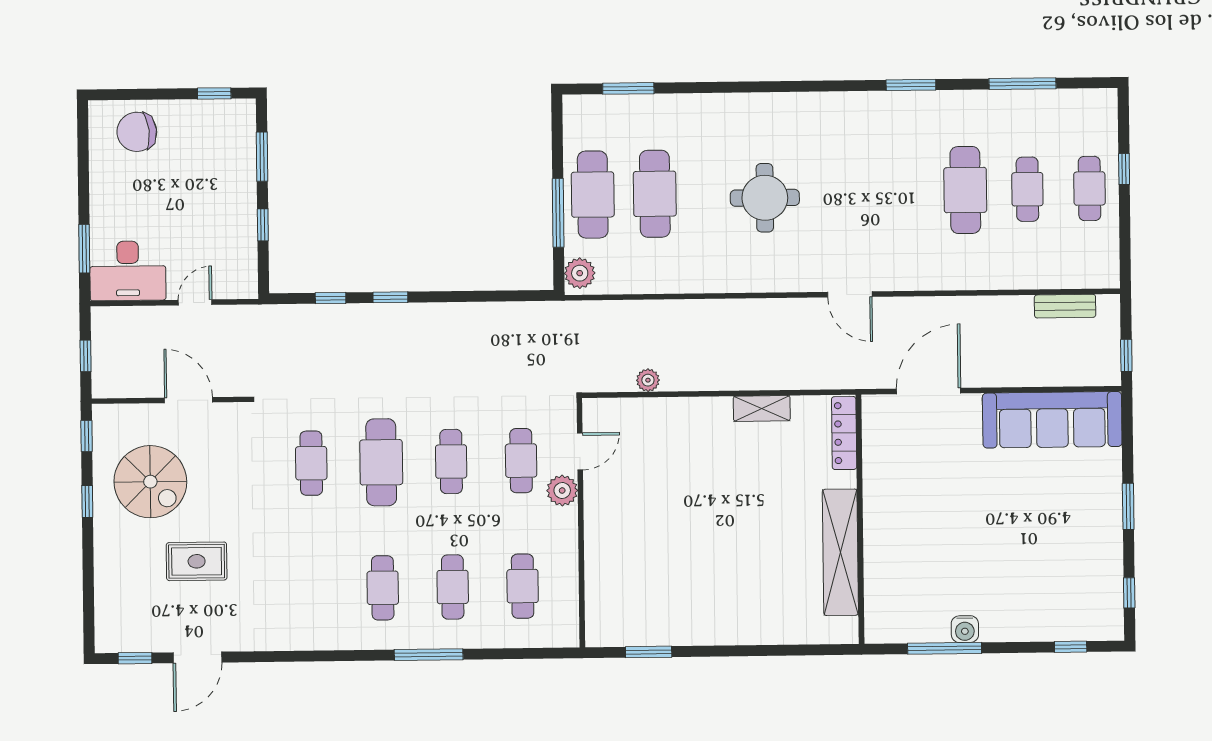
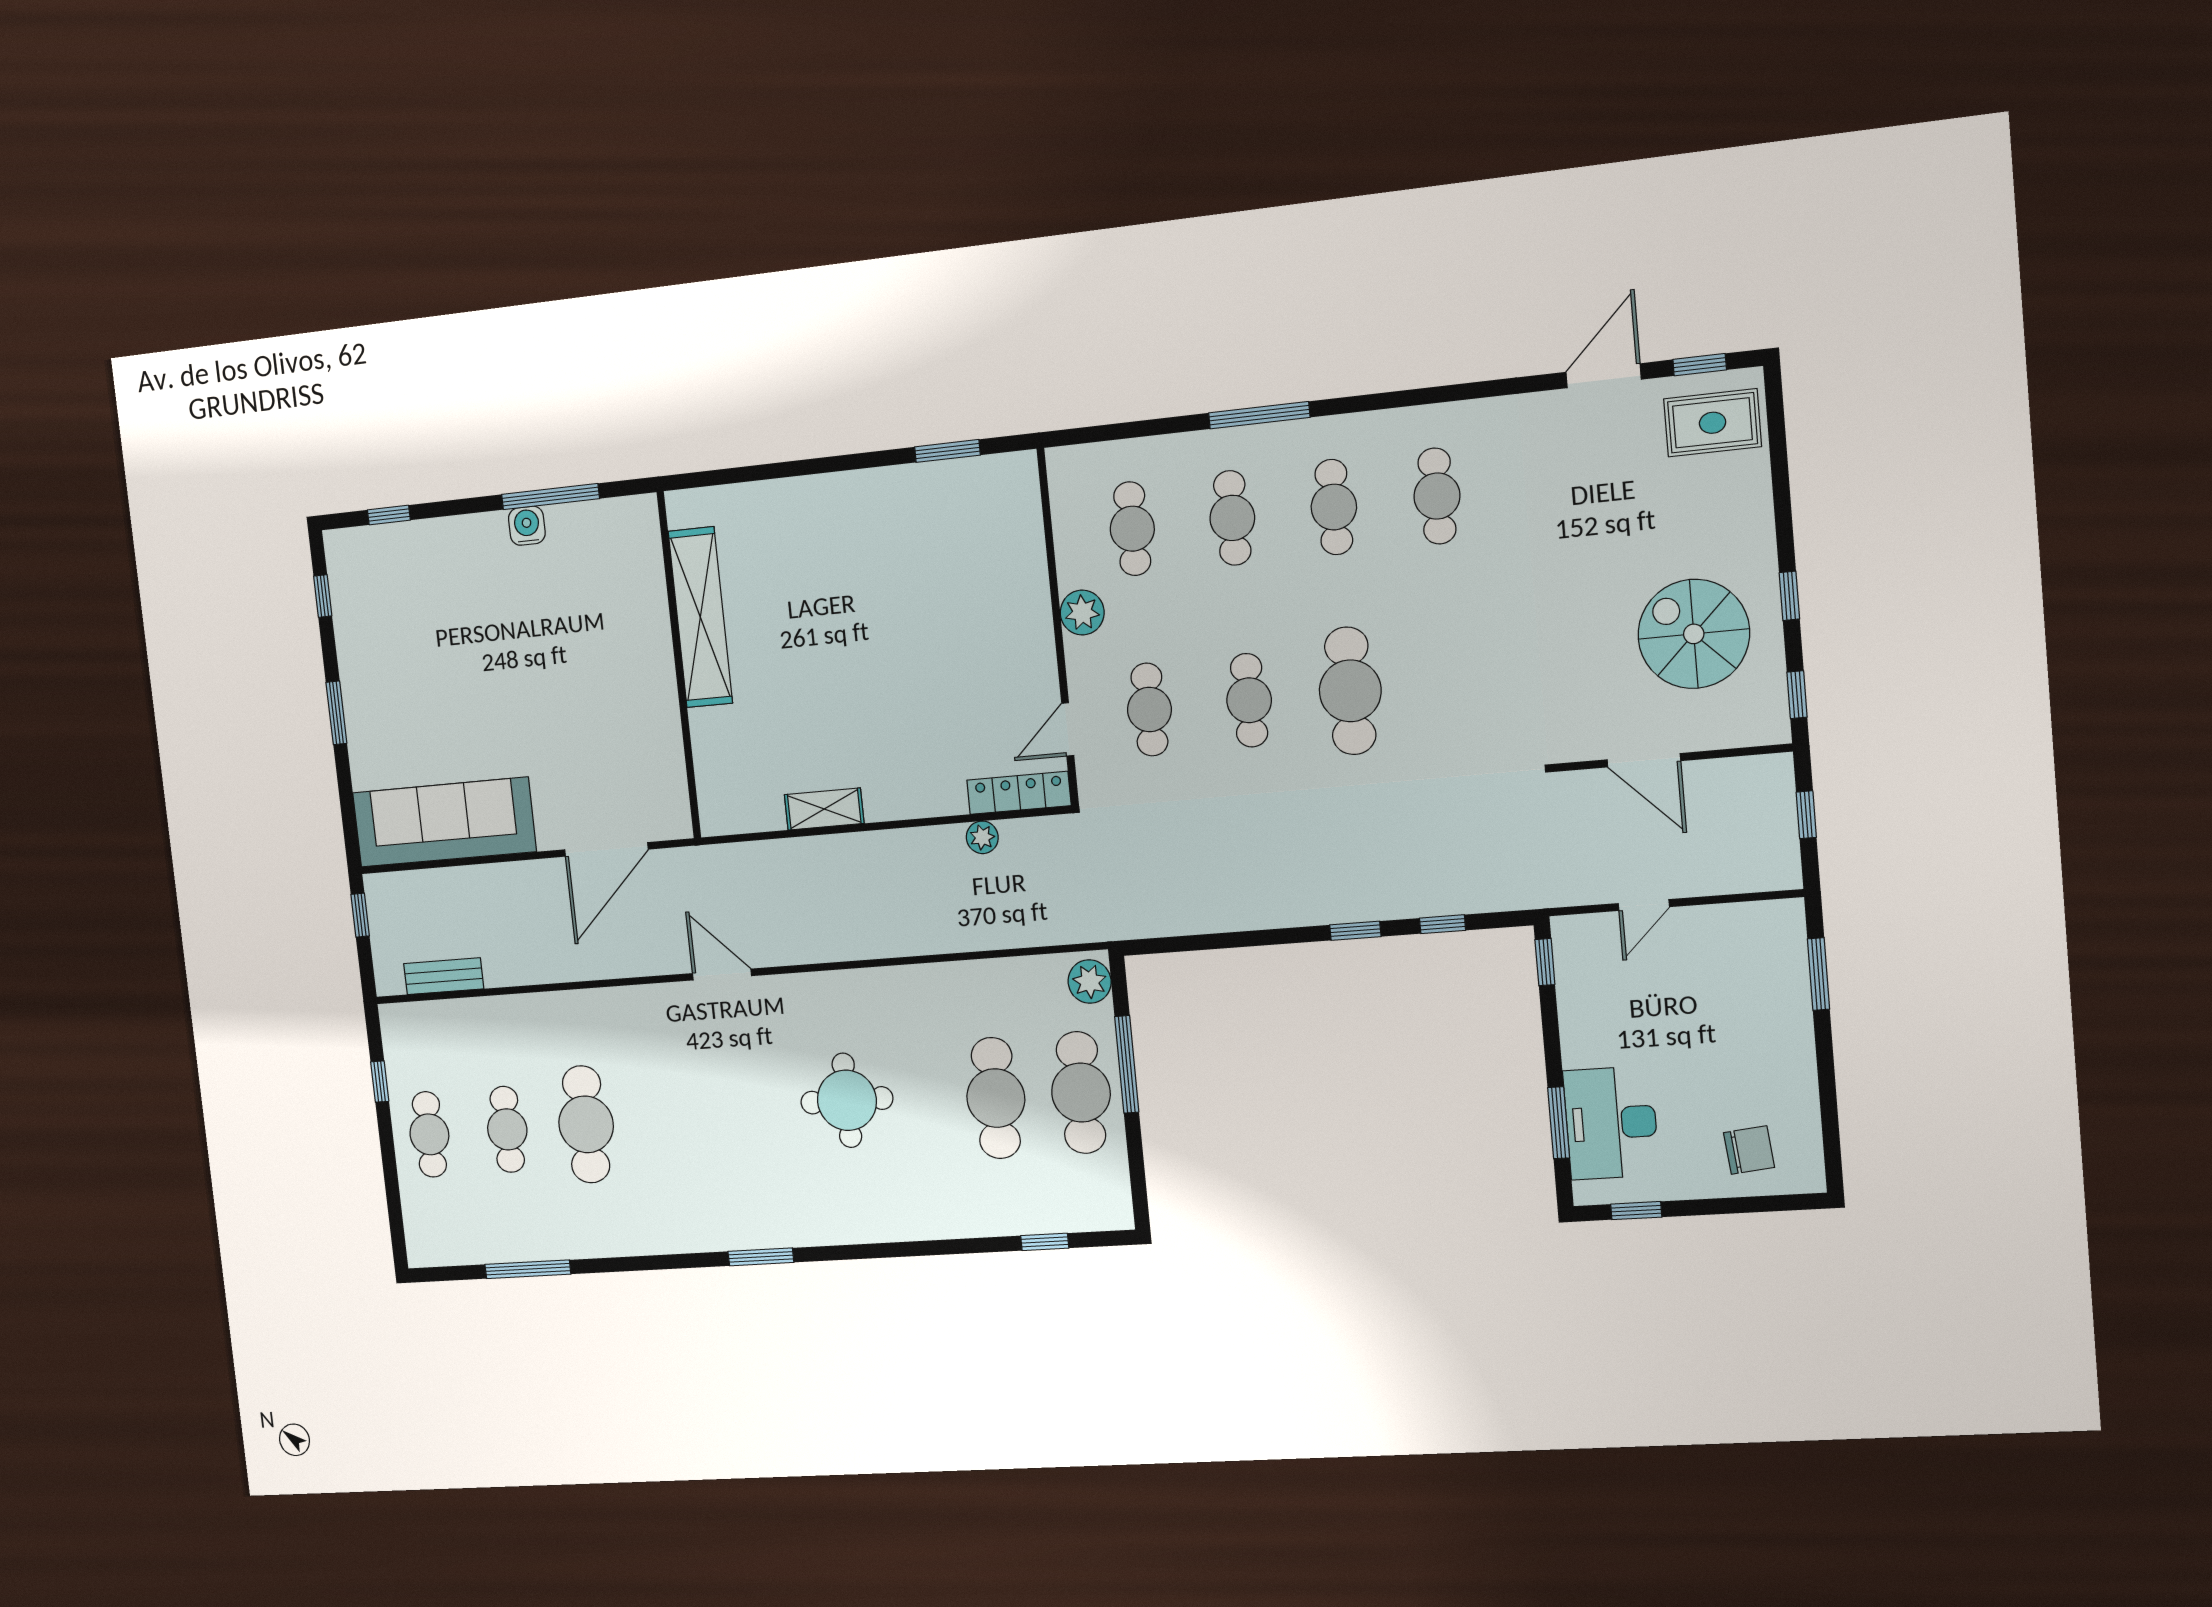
window: (911, 85) -> (761, 1257), moved
window: (628, 88) -> (1045, 1242), width x0.67
chair: (137, 132) -> (1749, 1150), width x0.73, depth x0.73
window: (1124, 169) -> (380, 1082), moved
window: (263, 225) -> (1545, 962), moved
desk: (128, 271) -> (1611, 1123), moved, turned -90
locker: (844, 433) -> (1019, 793), moved, turned -90
cafe table: (311, 463) -> (1437, 496), moved
plant: (562, 491) -> (1082, 613), moved
rug: (197, 561) -> (1713, 423), moved

